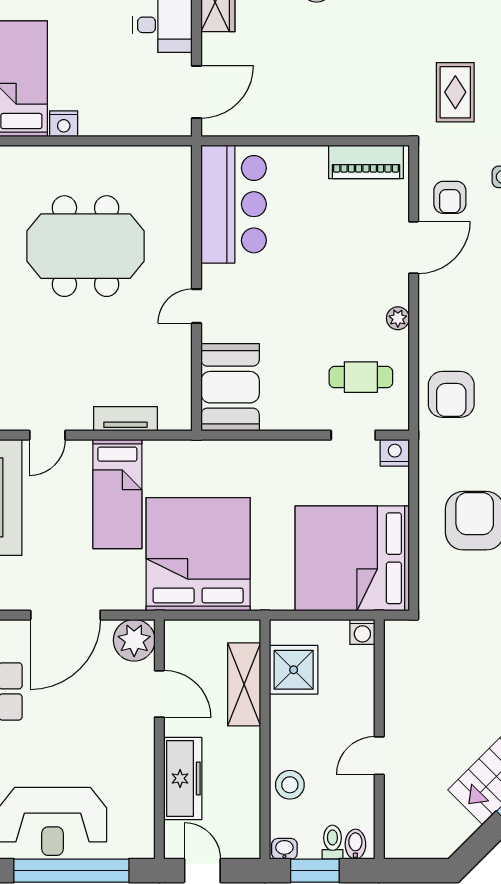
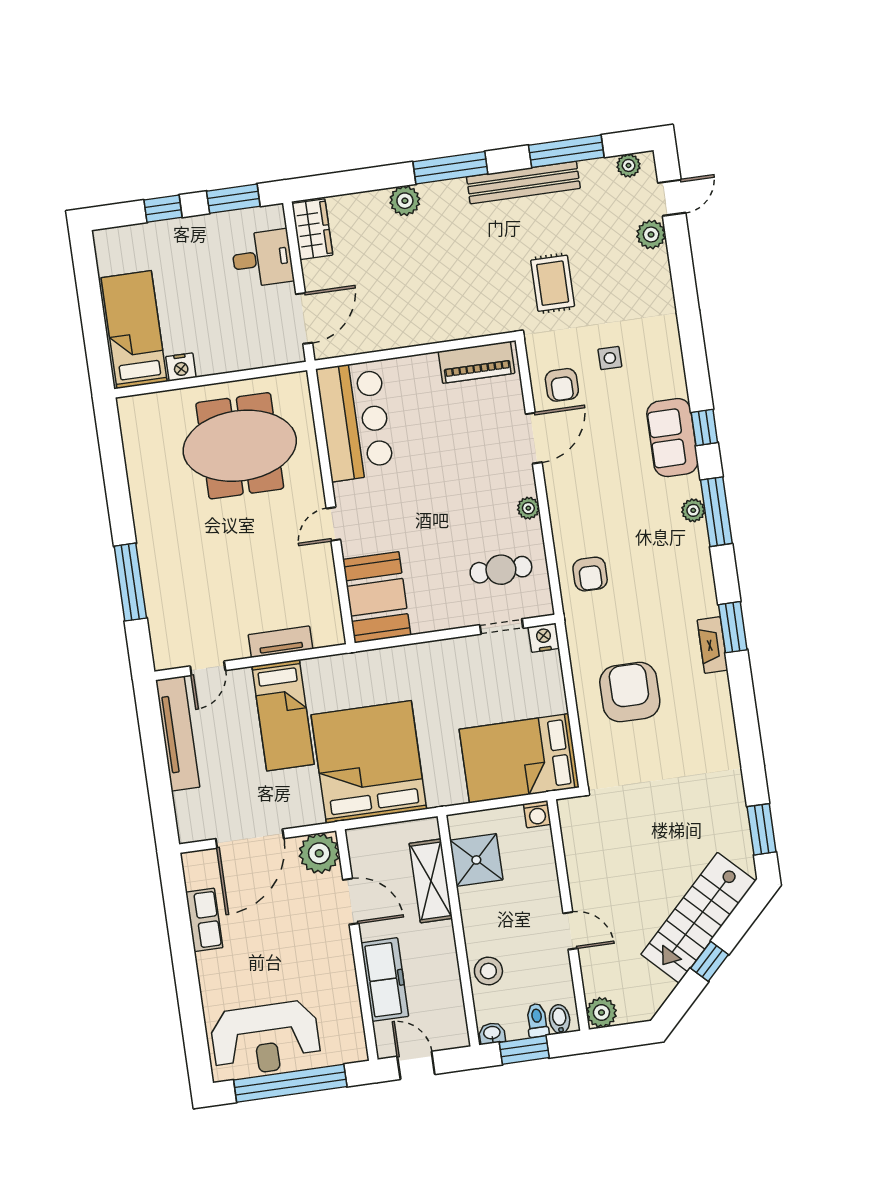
meeting table: (86, 246) -> (240, 446), moved
armchair: (451, 394) -> (590, 574), width x0.72, depth x0.72
bed: (352, 558) -> (519, 758), width x0.73
door: (379, 756) -> (570, 931), swing flipped
plant: (399, 844) -> (601, 1012), added

